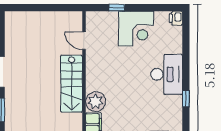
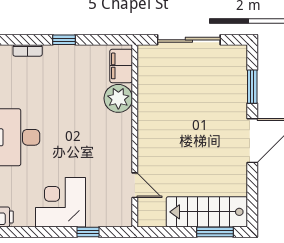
window: (27, 8) -> (215, 232), added
stairs: (72, 84) -> (207, 212), moved, turned -90

